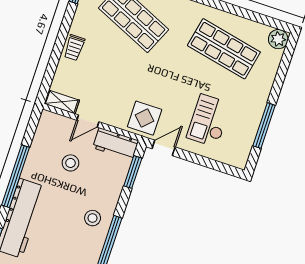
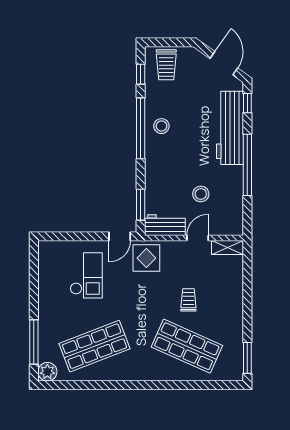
trolley: (74, 48) -> (188, 300), moved
shop shelf: (224, 49) -> (94, 346), turned -33
window: (264, 126) -> (34, 342), moved
stool: (93, 218) -> (161, 126), moved

